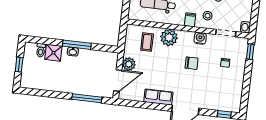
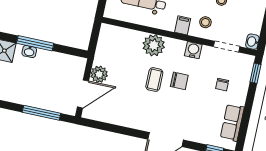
coffee table: (147, 42) -> (154, 80), moved
row of seats: (158, 97) -> (232, 123), moved, turned -90

